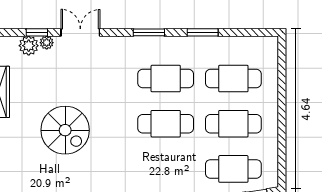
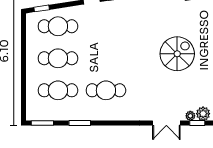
window: (149, 32) -> (42, 123), moved
cafe table: (166, 124) -> (106, 58), removed
spiral stairs: (65, 130) -> (177, 54), turned 90

